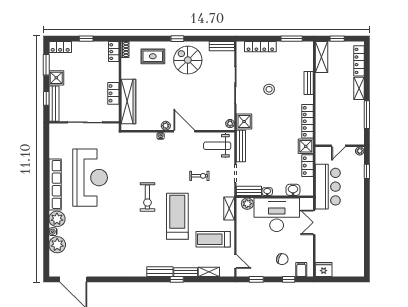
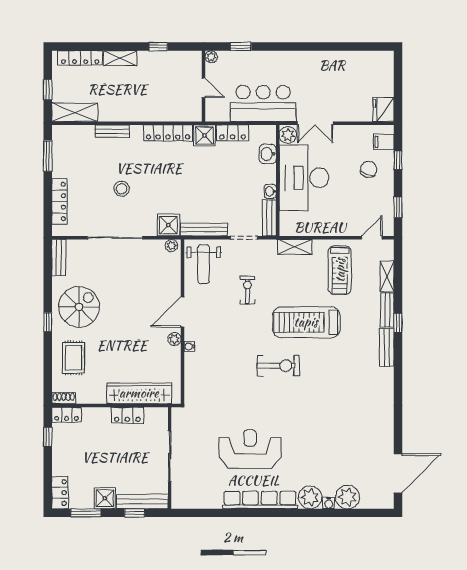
window: (86, 39) -> (48, 437), moved
spiral stairs: (188, 60) -> (79, 307), turned 180
window: (367, 115) -> (158, 46), width x0.46
reception desk: (90, 178) -> (250, 449), width x0.74, depth x0.77
plant: (247, 204) -> (288, 135), moved

